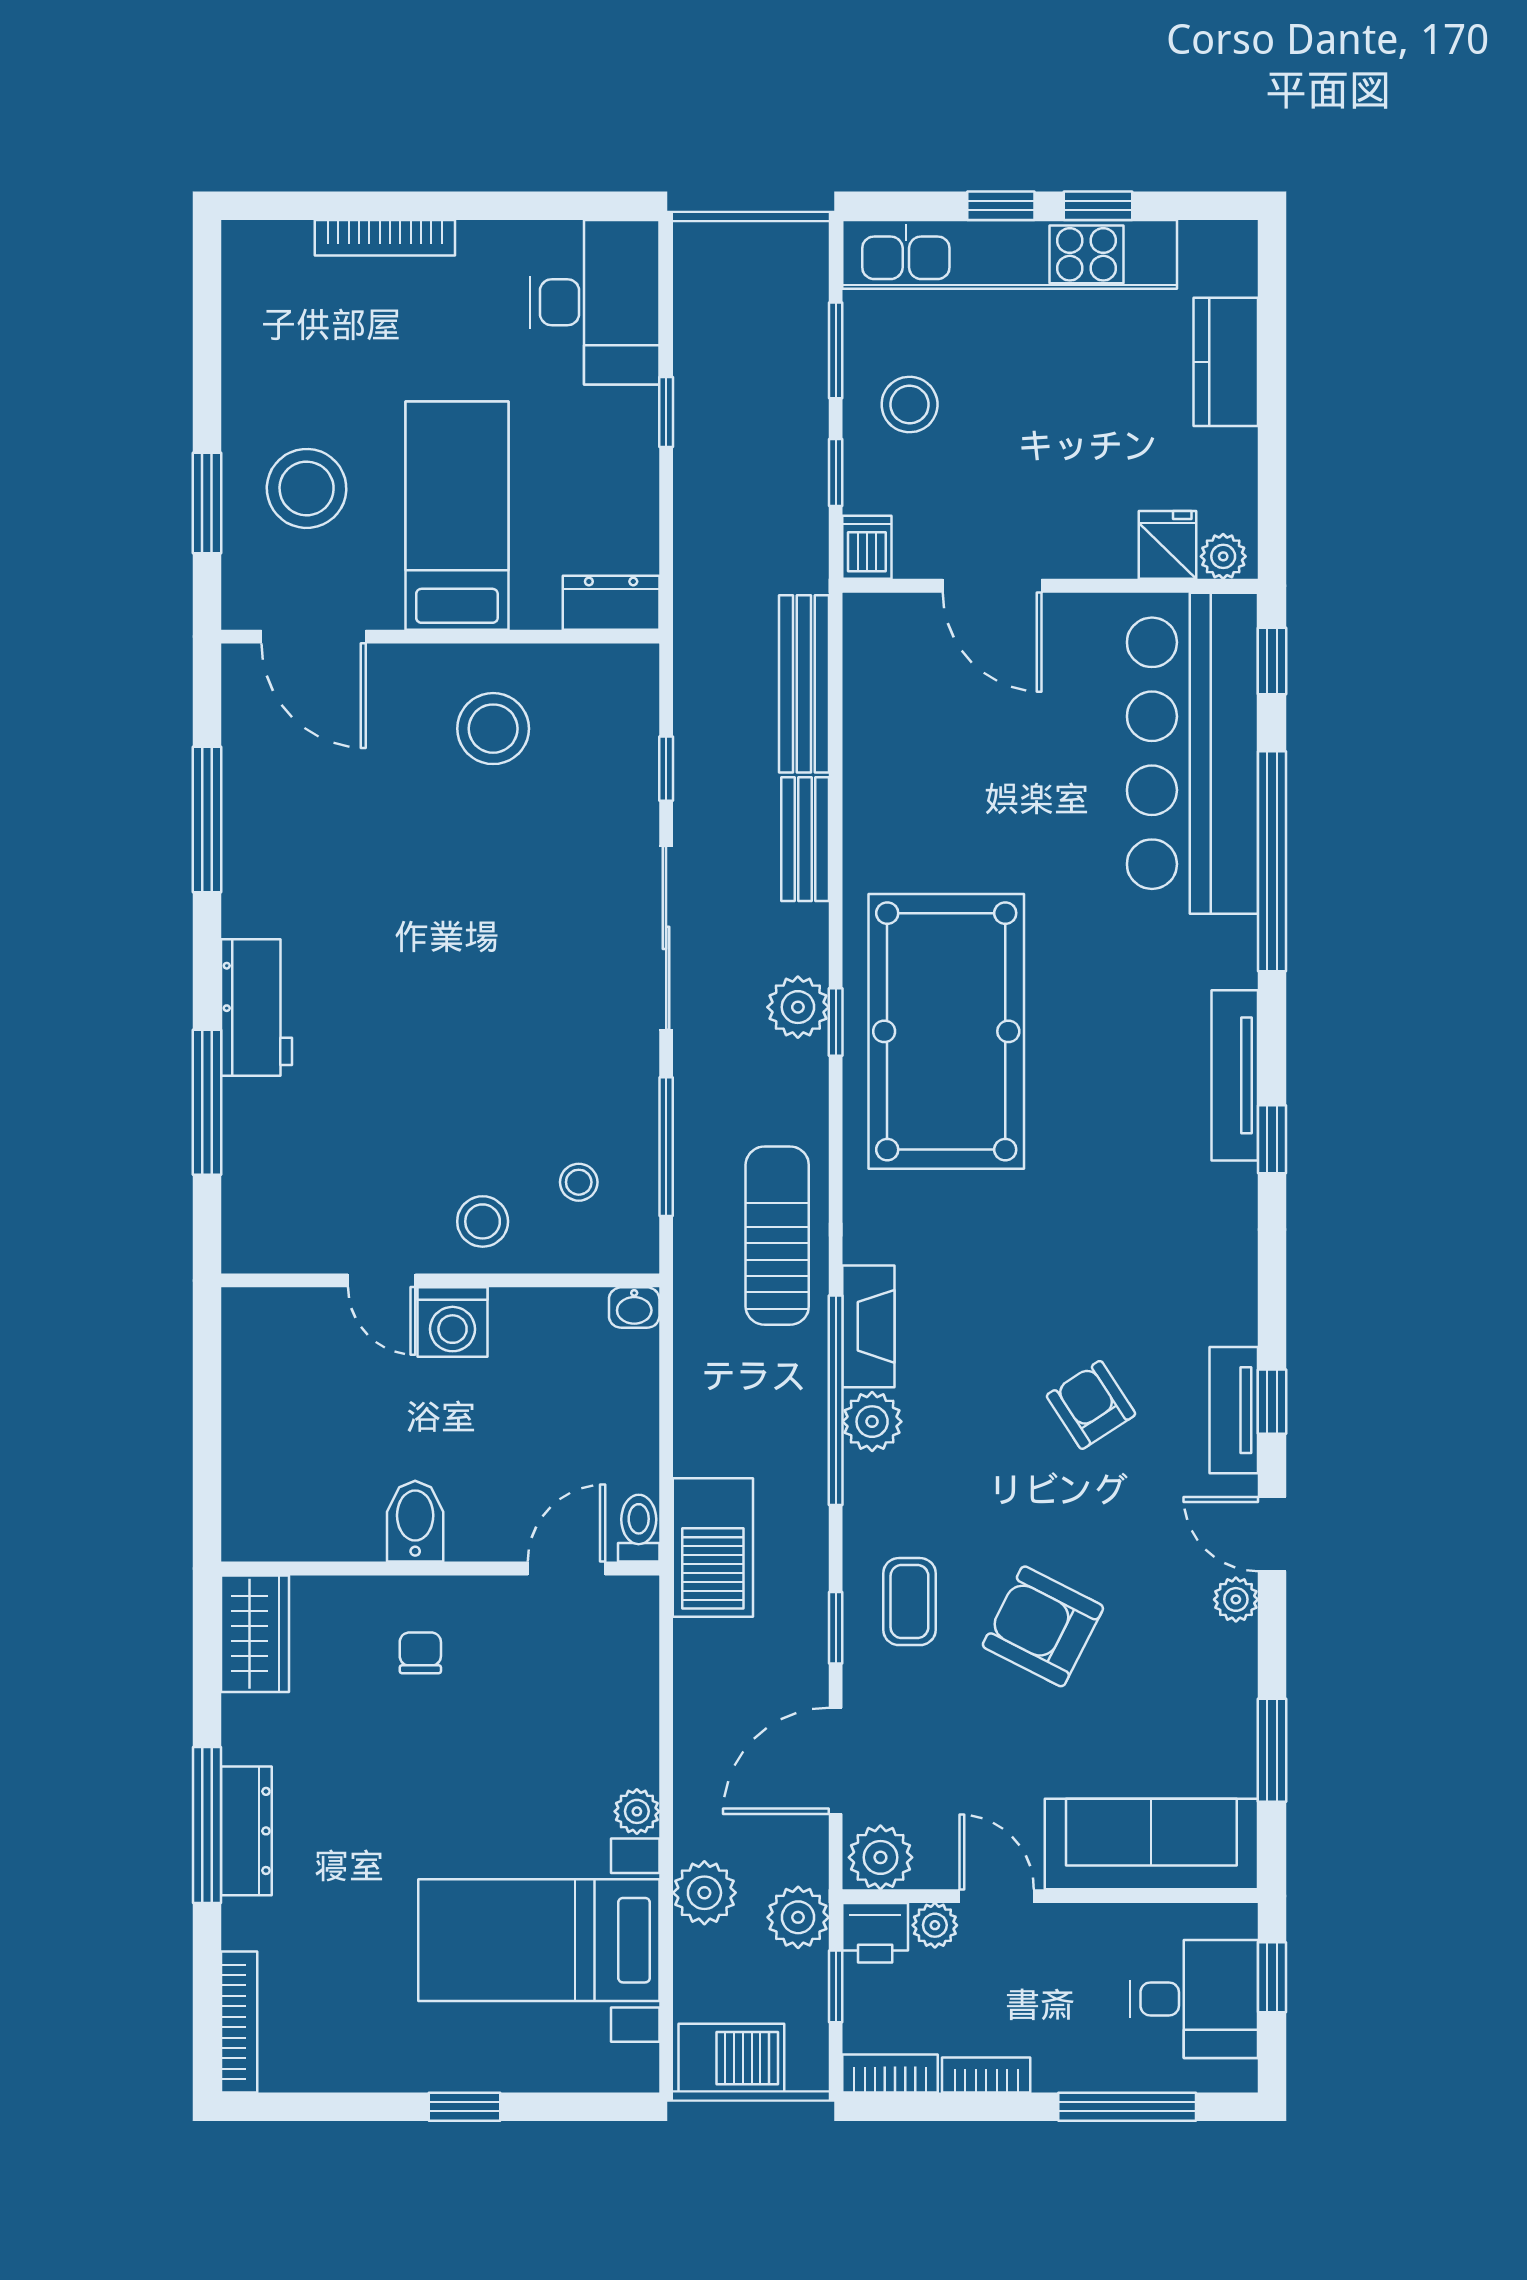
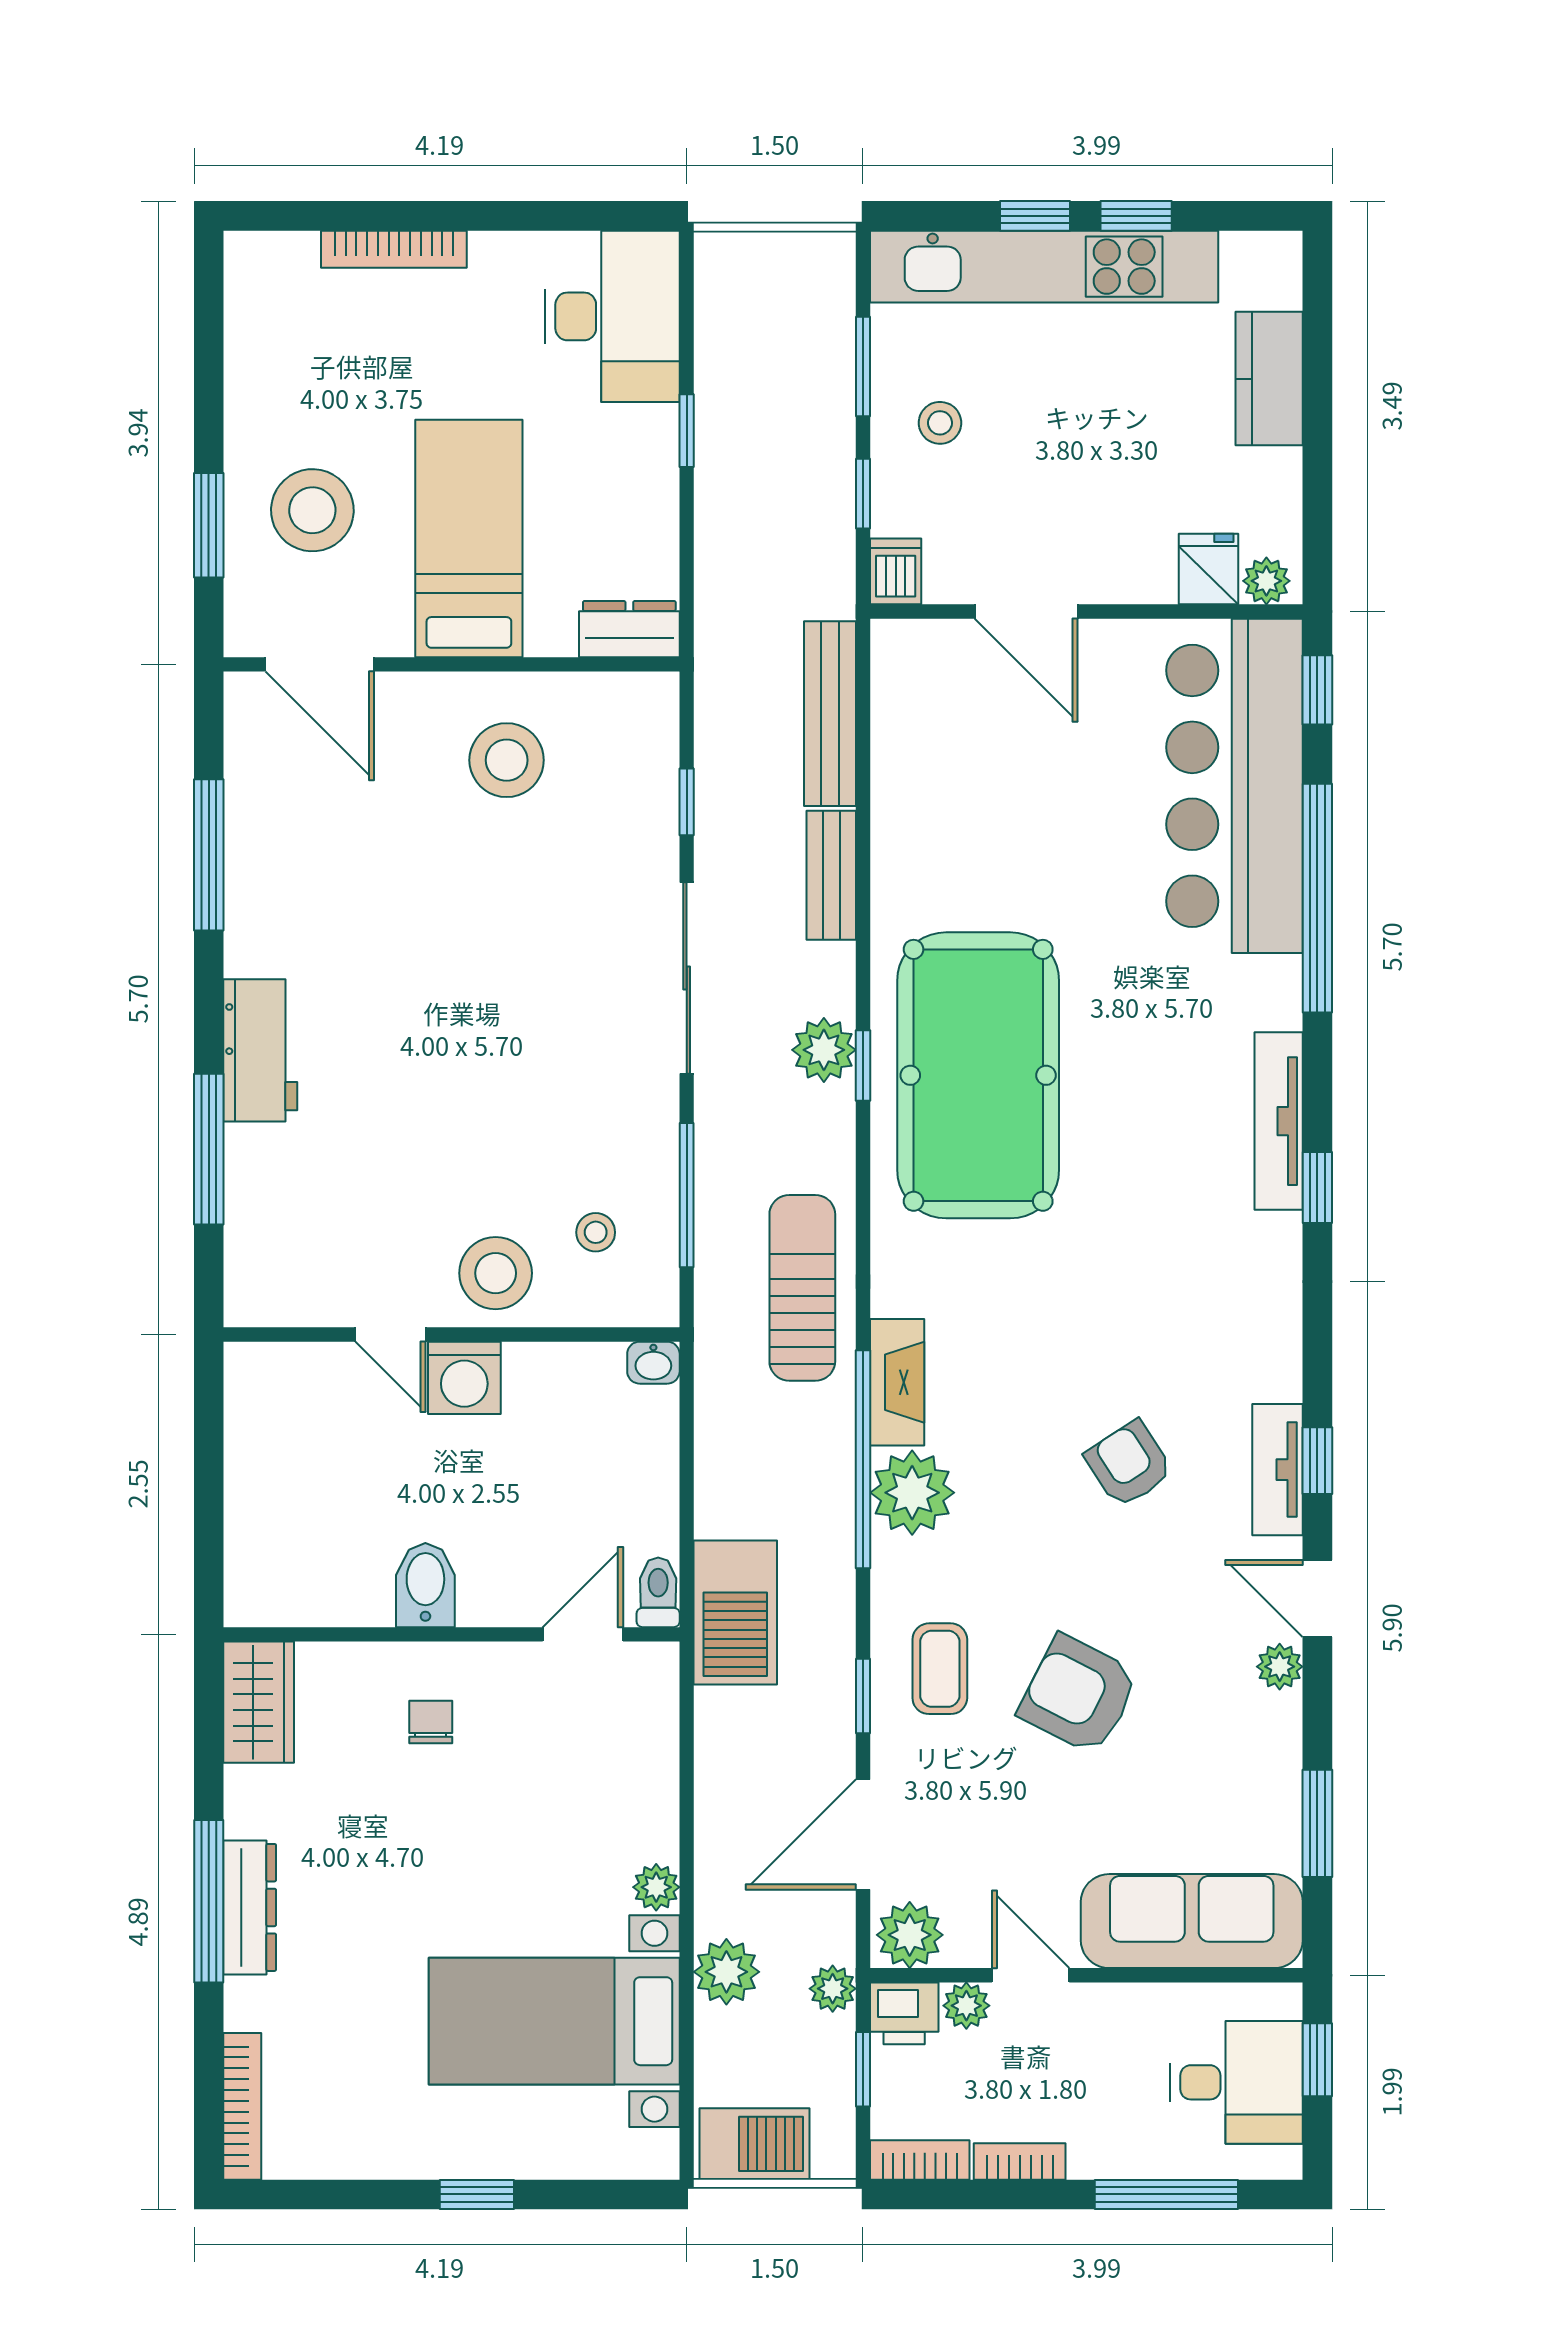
stool: (910, 405) -> (940, 423), width x0.73, depth x0.73
stool: (483, 1221) -> (496, 1273), width x1.38, depth x1.38
plant: (872, 1422) -> (912, 1493), width x1.36, depth x1.36
plant: (798, 1917) -> (833, 1989), width x0.73, depth x0.73

